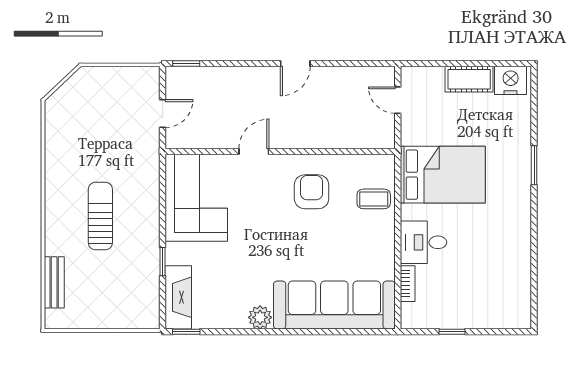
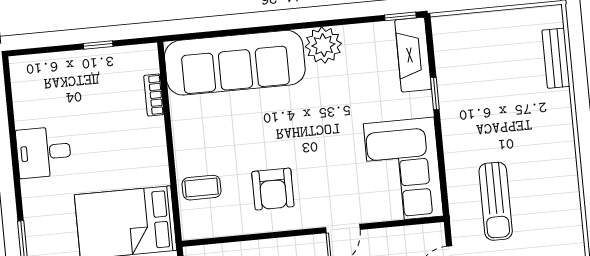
sun lounger: (100, 216) -> (496, 201), moved
desk: (424, 242) -> (44, 152), moved, turned 180
plant: (260, 317) -> (323, 45), width x1.36, depth x1.36

